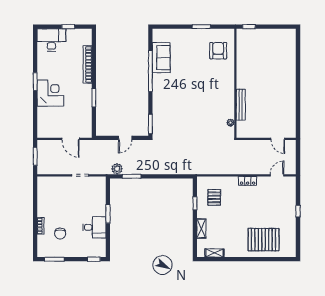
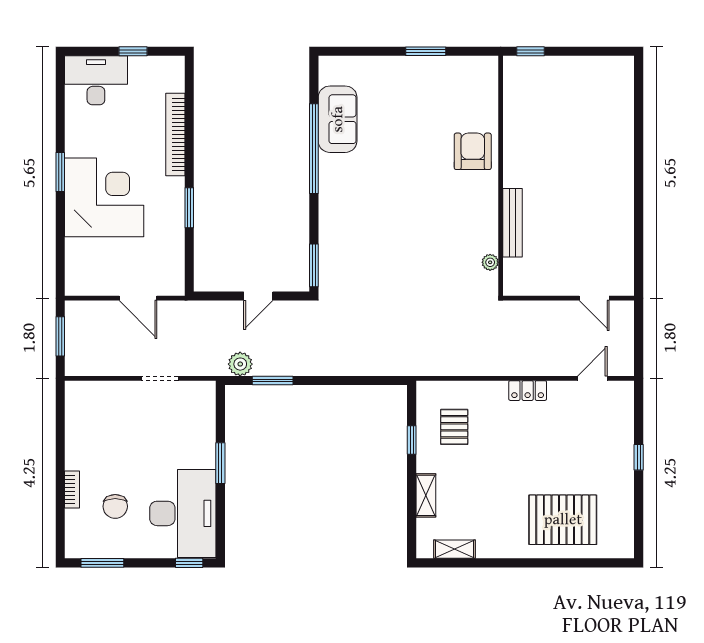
armchair: (218, 51) -> (473, 151), moved
corner desk: (50, 93) -> (104, 197), width x1.36, depth x1.36
desk: (94, 227) -> (183, 513), width x1.87, depth x1.30

